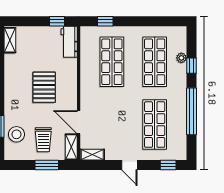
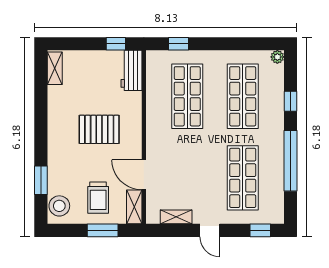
plant: (181, 58) -> (277, 57), moved
pallet: (44, 87) -> (99, 129), turned 90
stool: (16, 134) -> (59, 206), moved
shelving: (92, 155) -> (176, 217), moved

